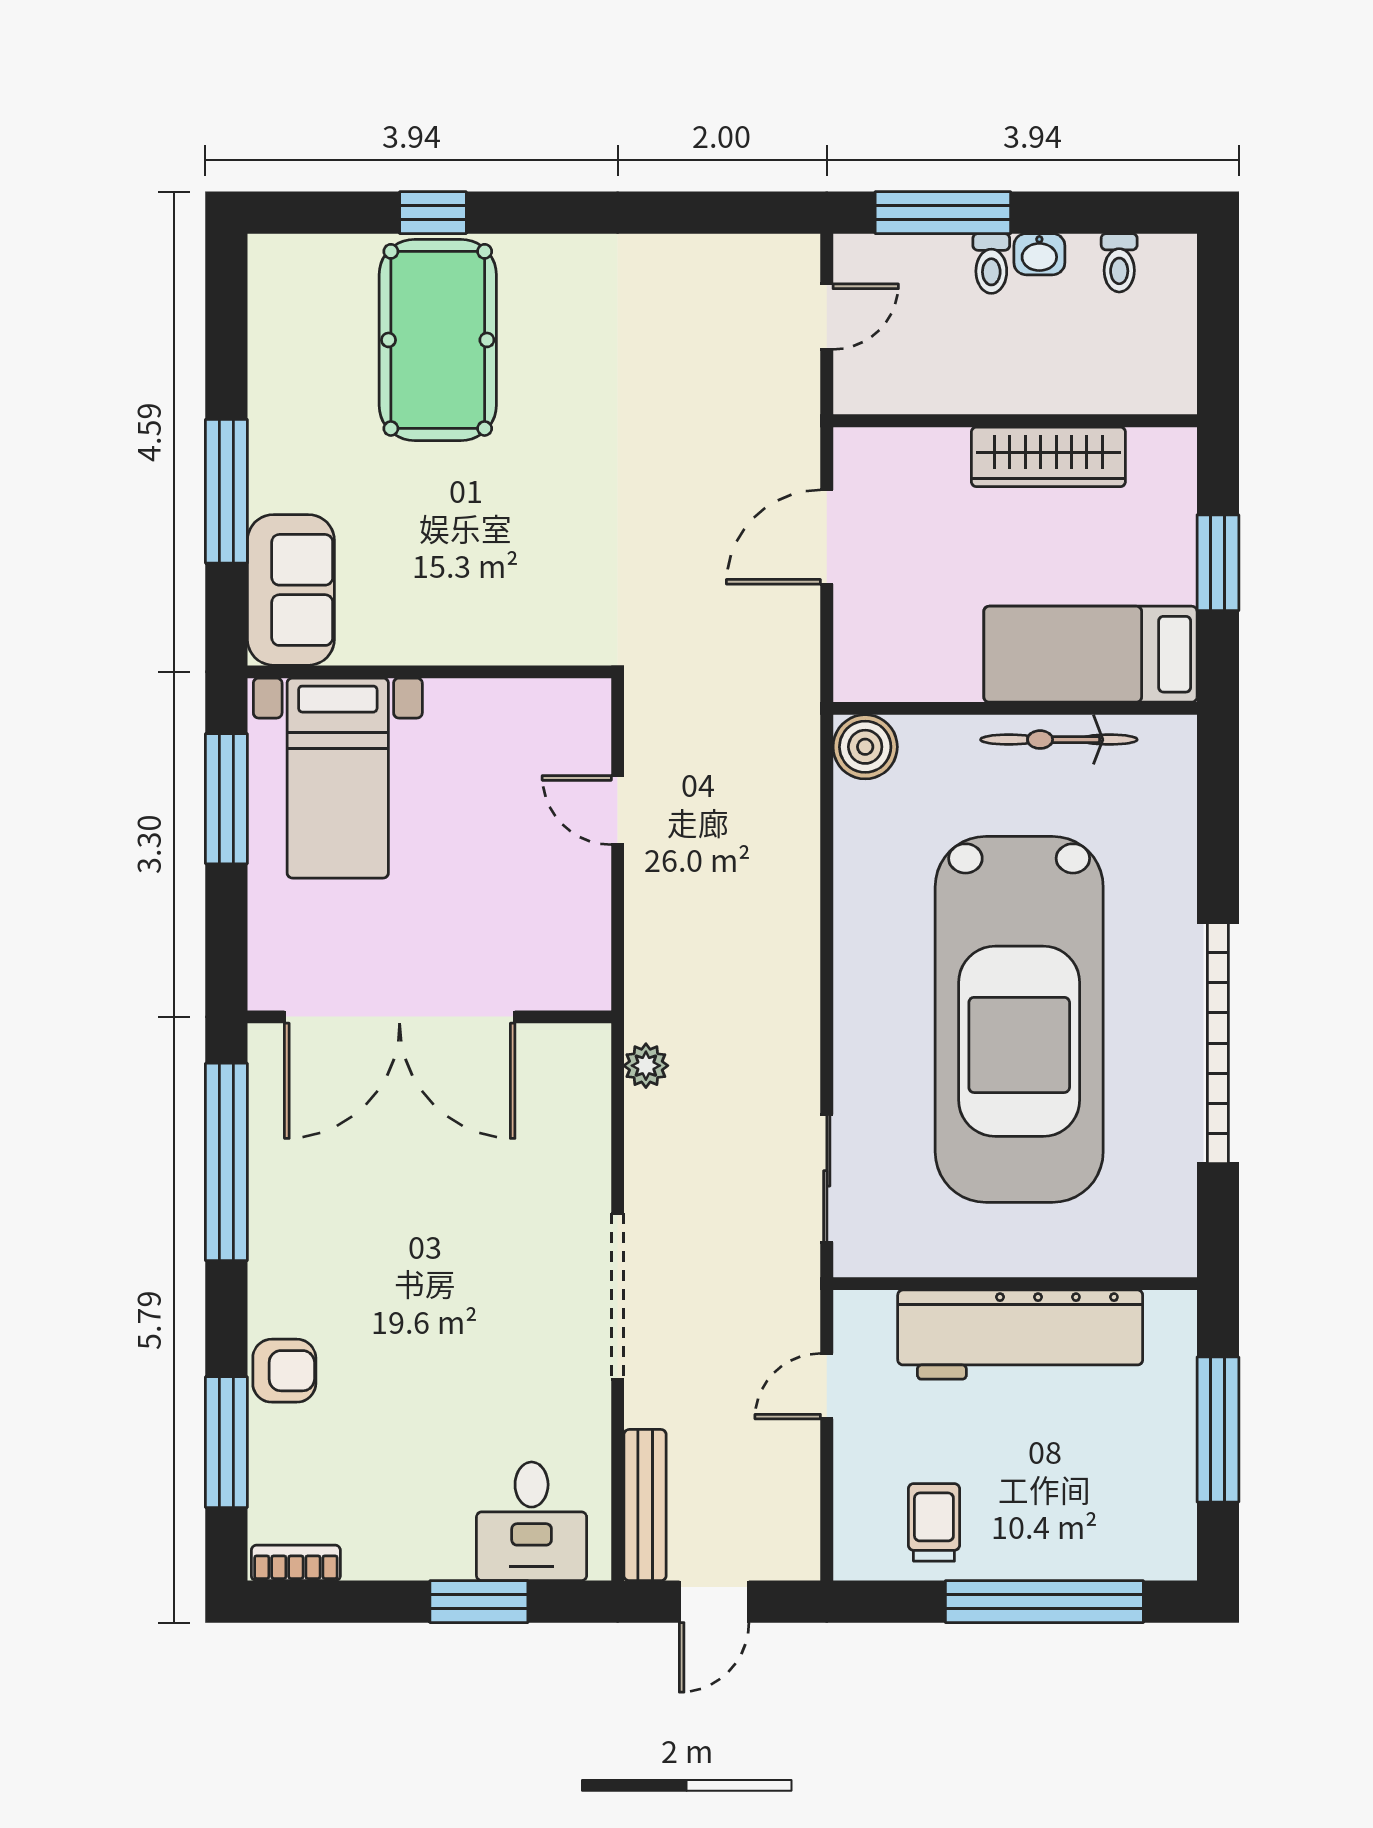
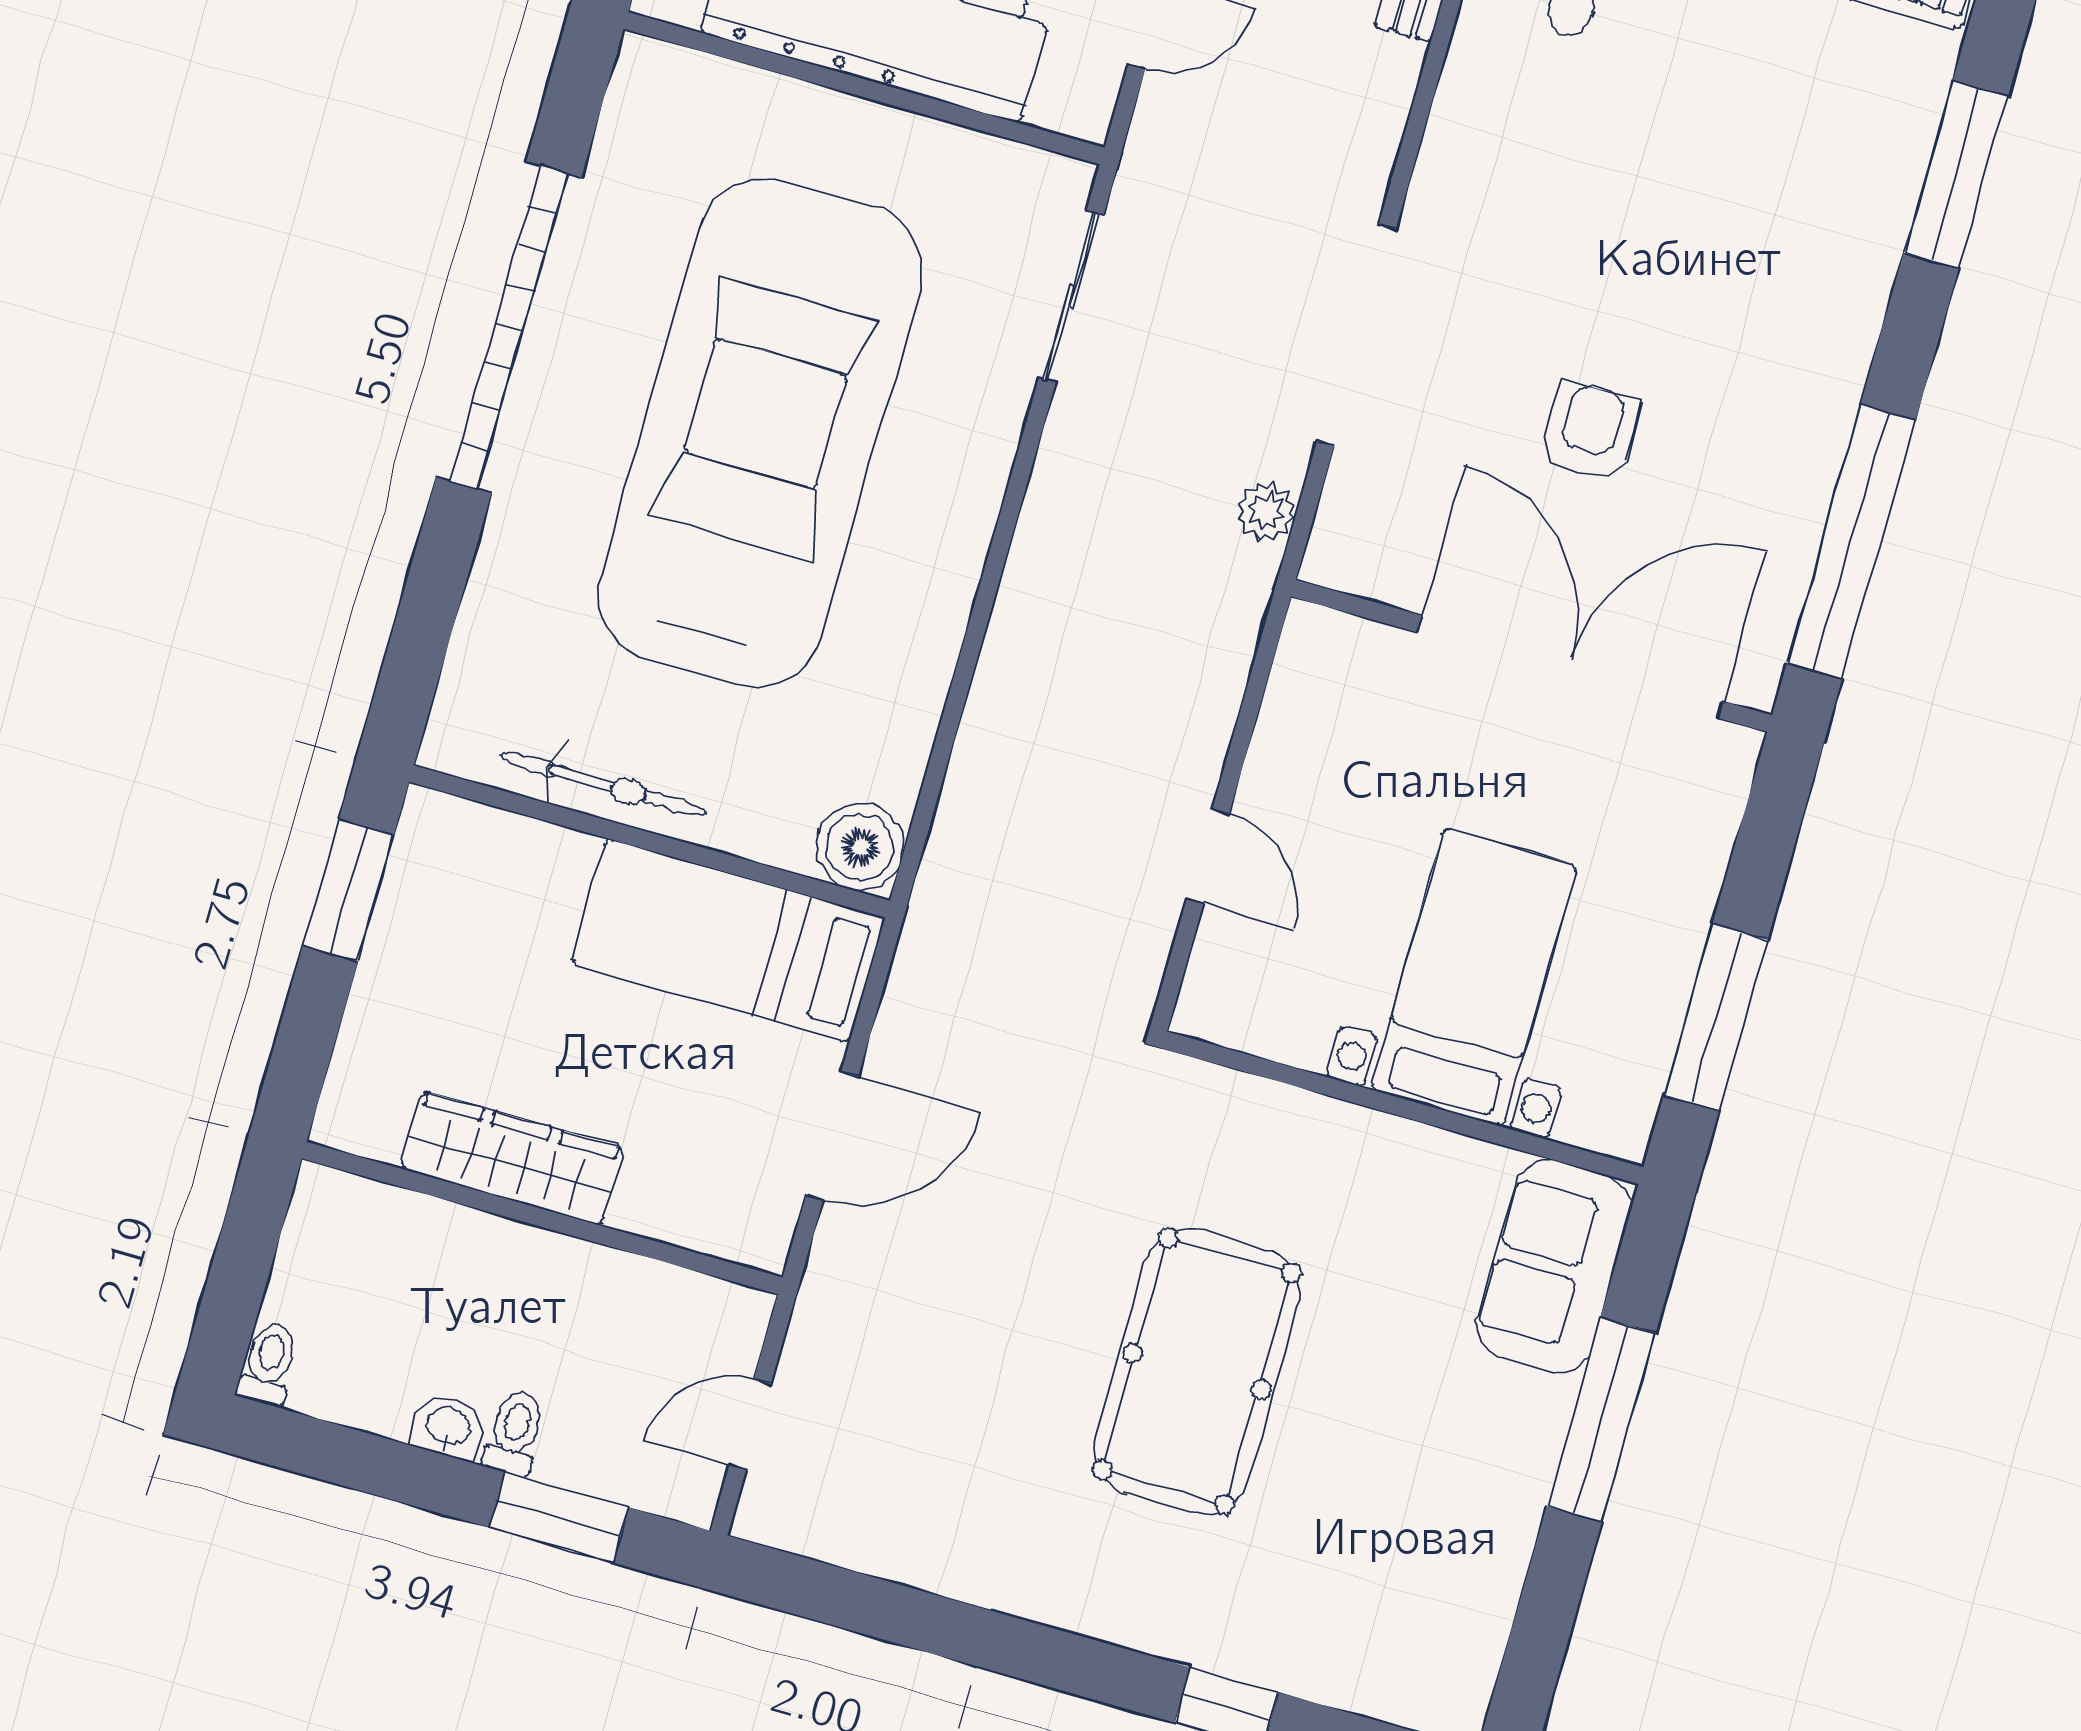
window: (943, 213) -> (559, 1517), width x0.69
toilet: (1119, 263) -> (269, 1364), moved
pool table: (438, 340) -> (1197, 1371), moved
window: (1218, 563) -> (348, 890), moved
bed: (1090, 654) -> (728, 941), moved, turned 180
bed with nightstands: (338, 778) -> (1474, 978), moved
doorway: (618, 1296) -> (1356, 335), moved
armchair: (284, 1371) -> (1590, 432), moved, turned 90

